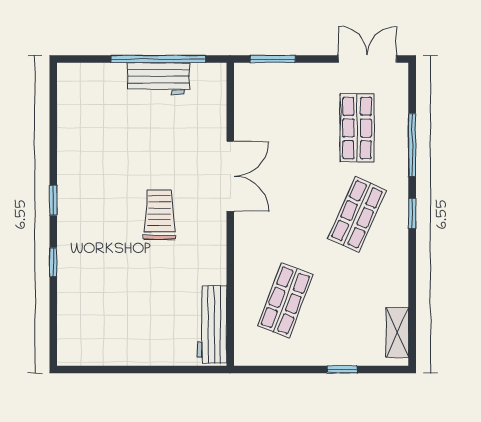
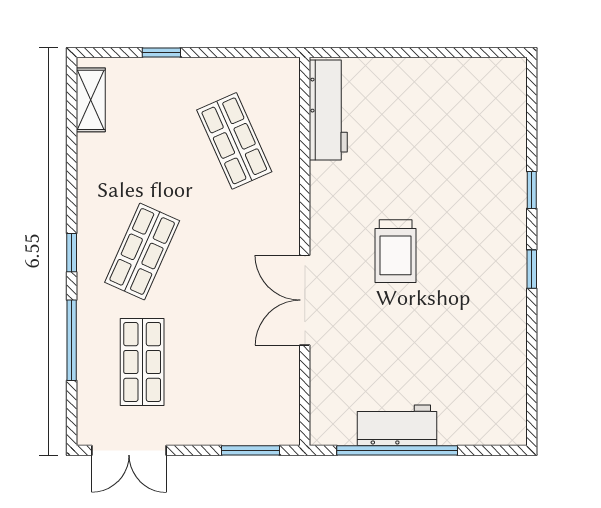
shop shelf: (285, 301) -> (234, 141), turned -45

